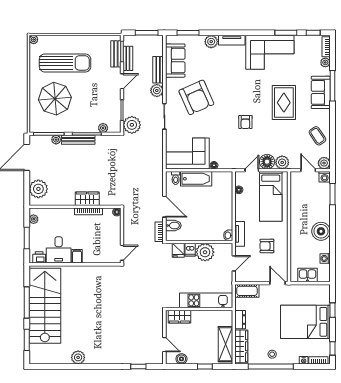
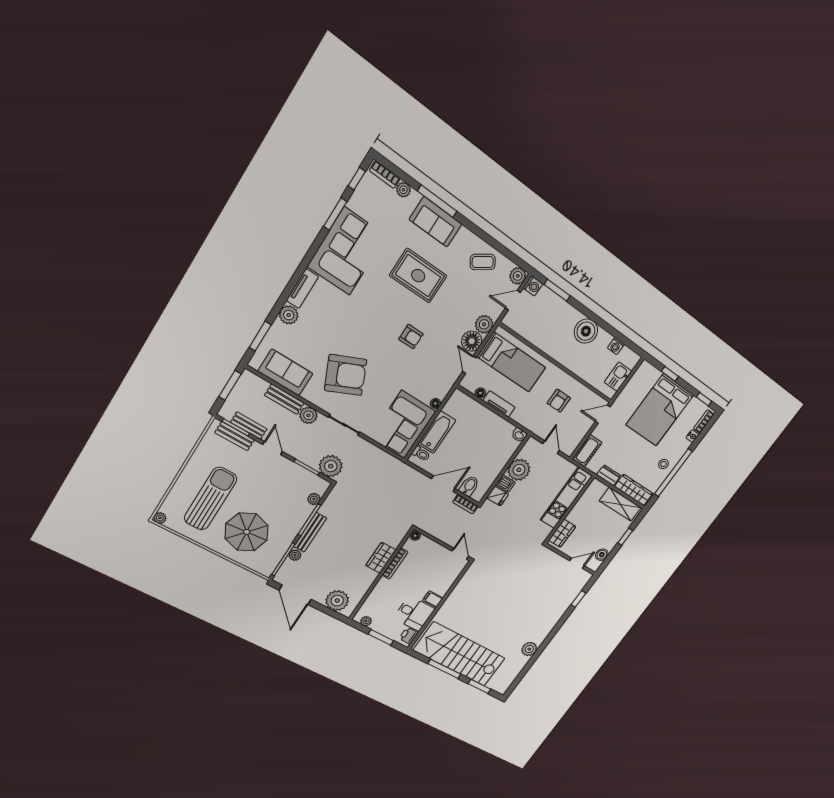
tv unit: (240, 234) -> (499, 404), moved

